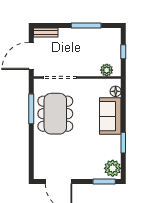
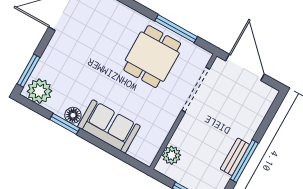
bench: (46, 33) -> (235, 157), moved
floor lamp: (116, 91) -> (73, 115), moved
dining table: (55, 114) -> (152, 57), width x0.73

